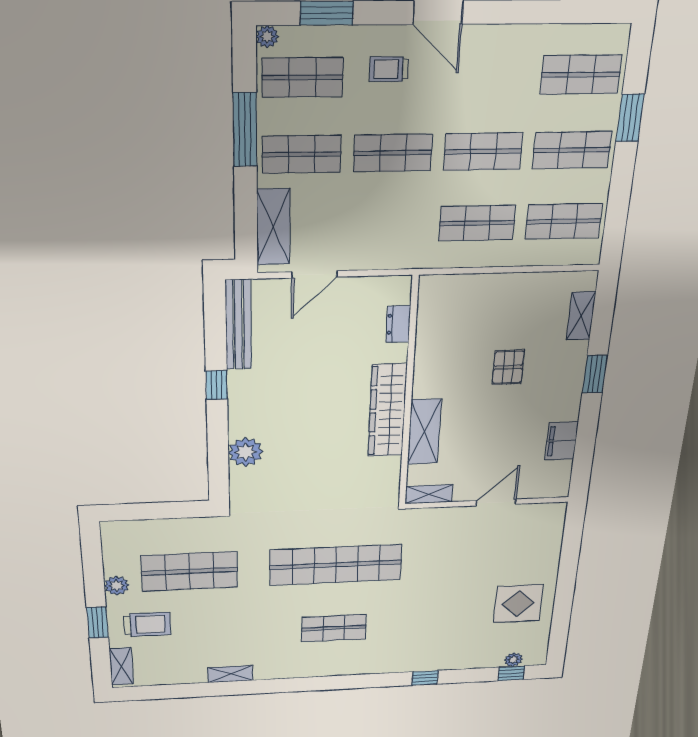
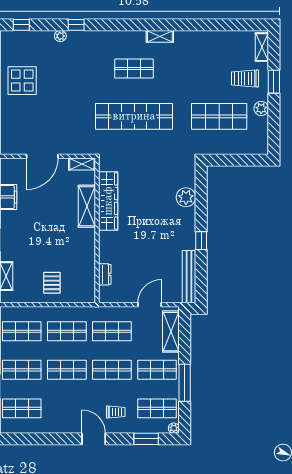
shop shelf: (389, 225) -> (112, 331), added
pallet: (508, 367) -> (52, 283), moved
wardrobe: (387, 411) -> (108, 201), moved
door: (496, 502) -> (42, 156), width x1.36
plant: (513, 660) -> (60, 36), moved
shelving: (230, 674) -> (160, 36), moved

